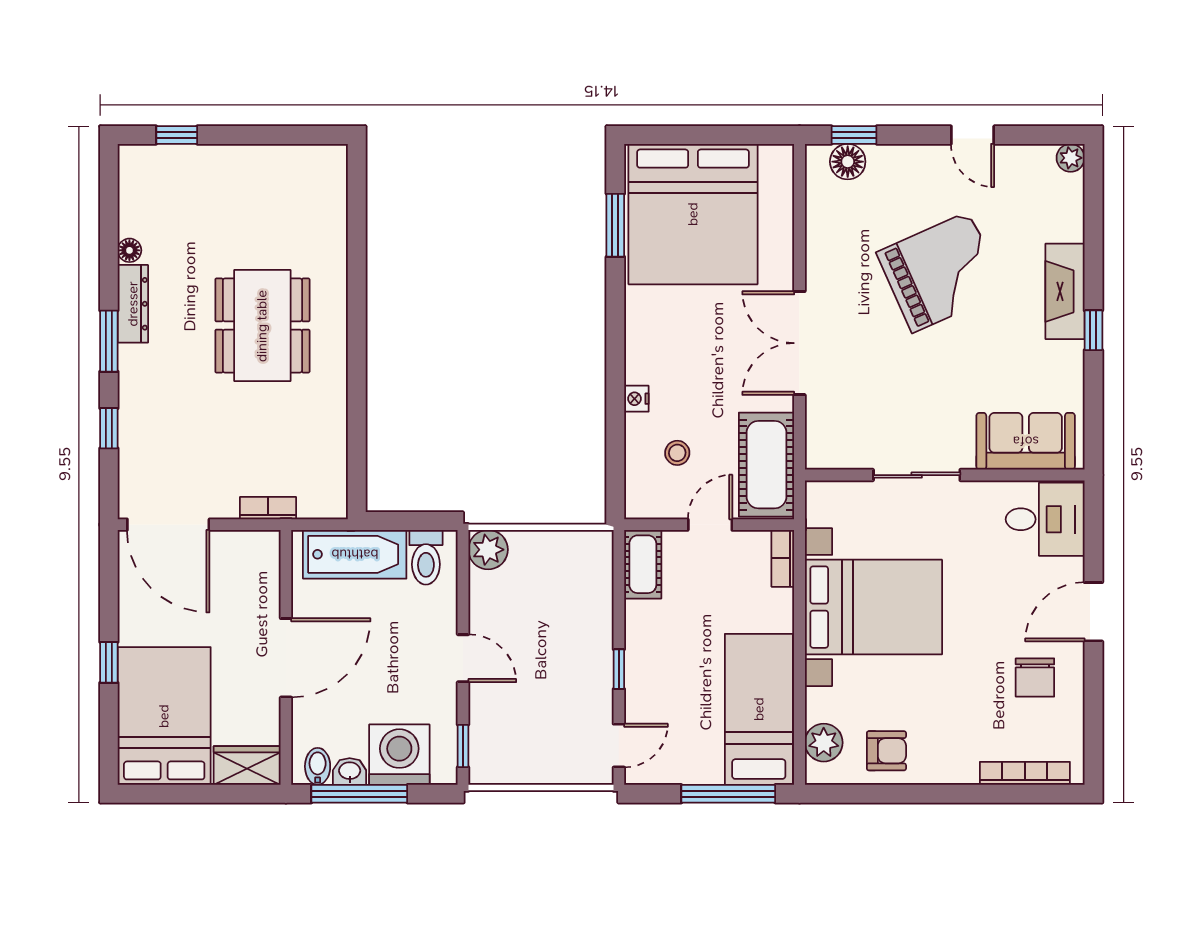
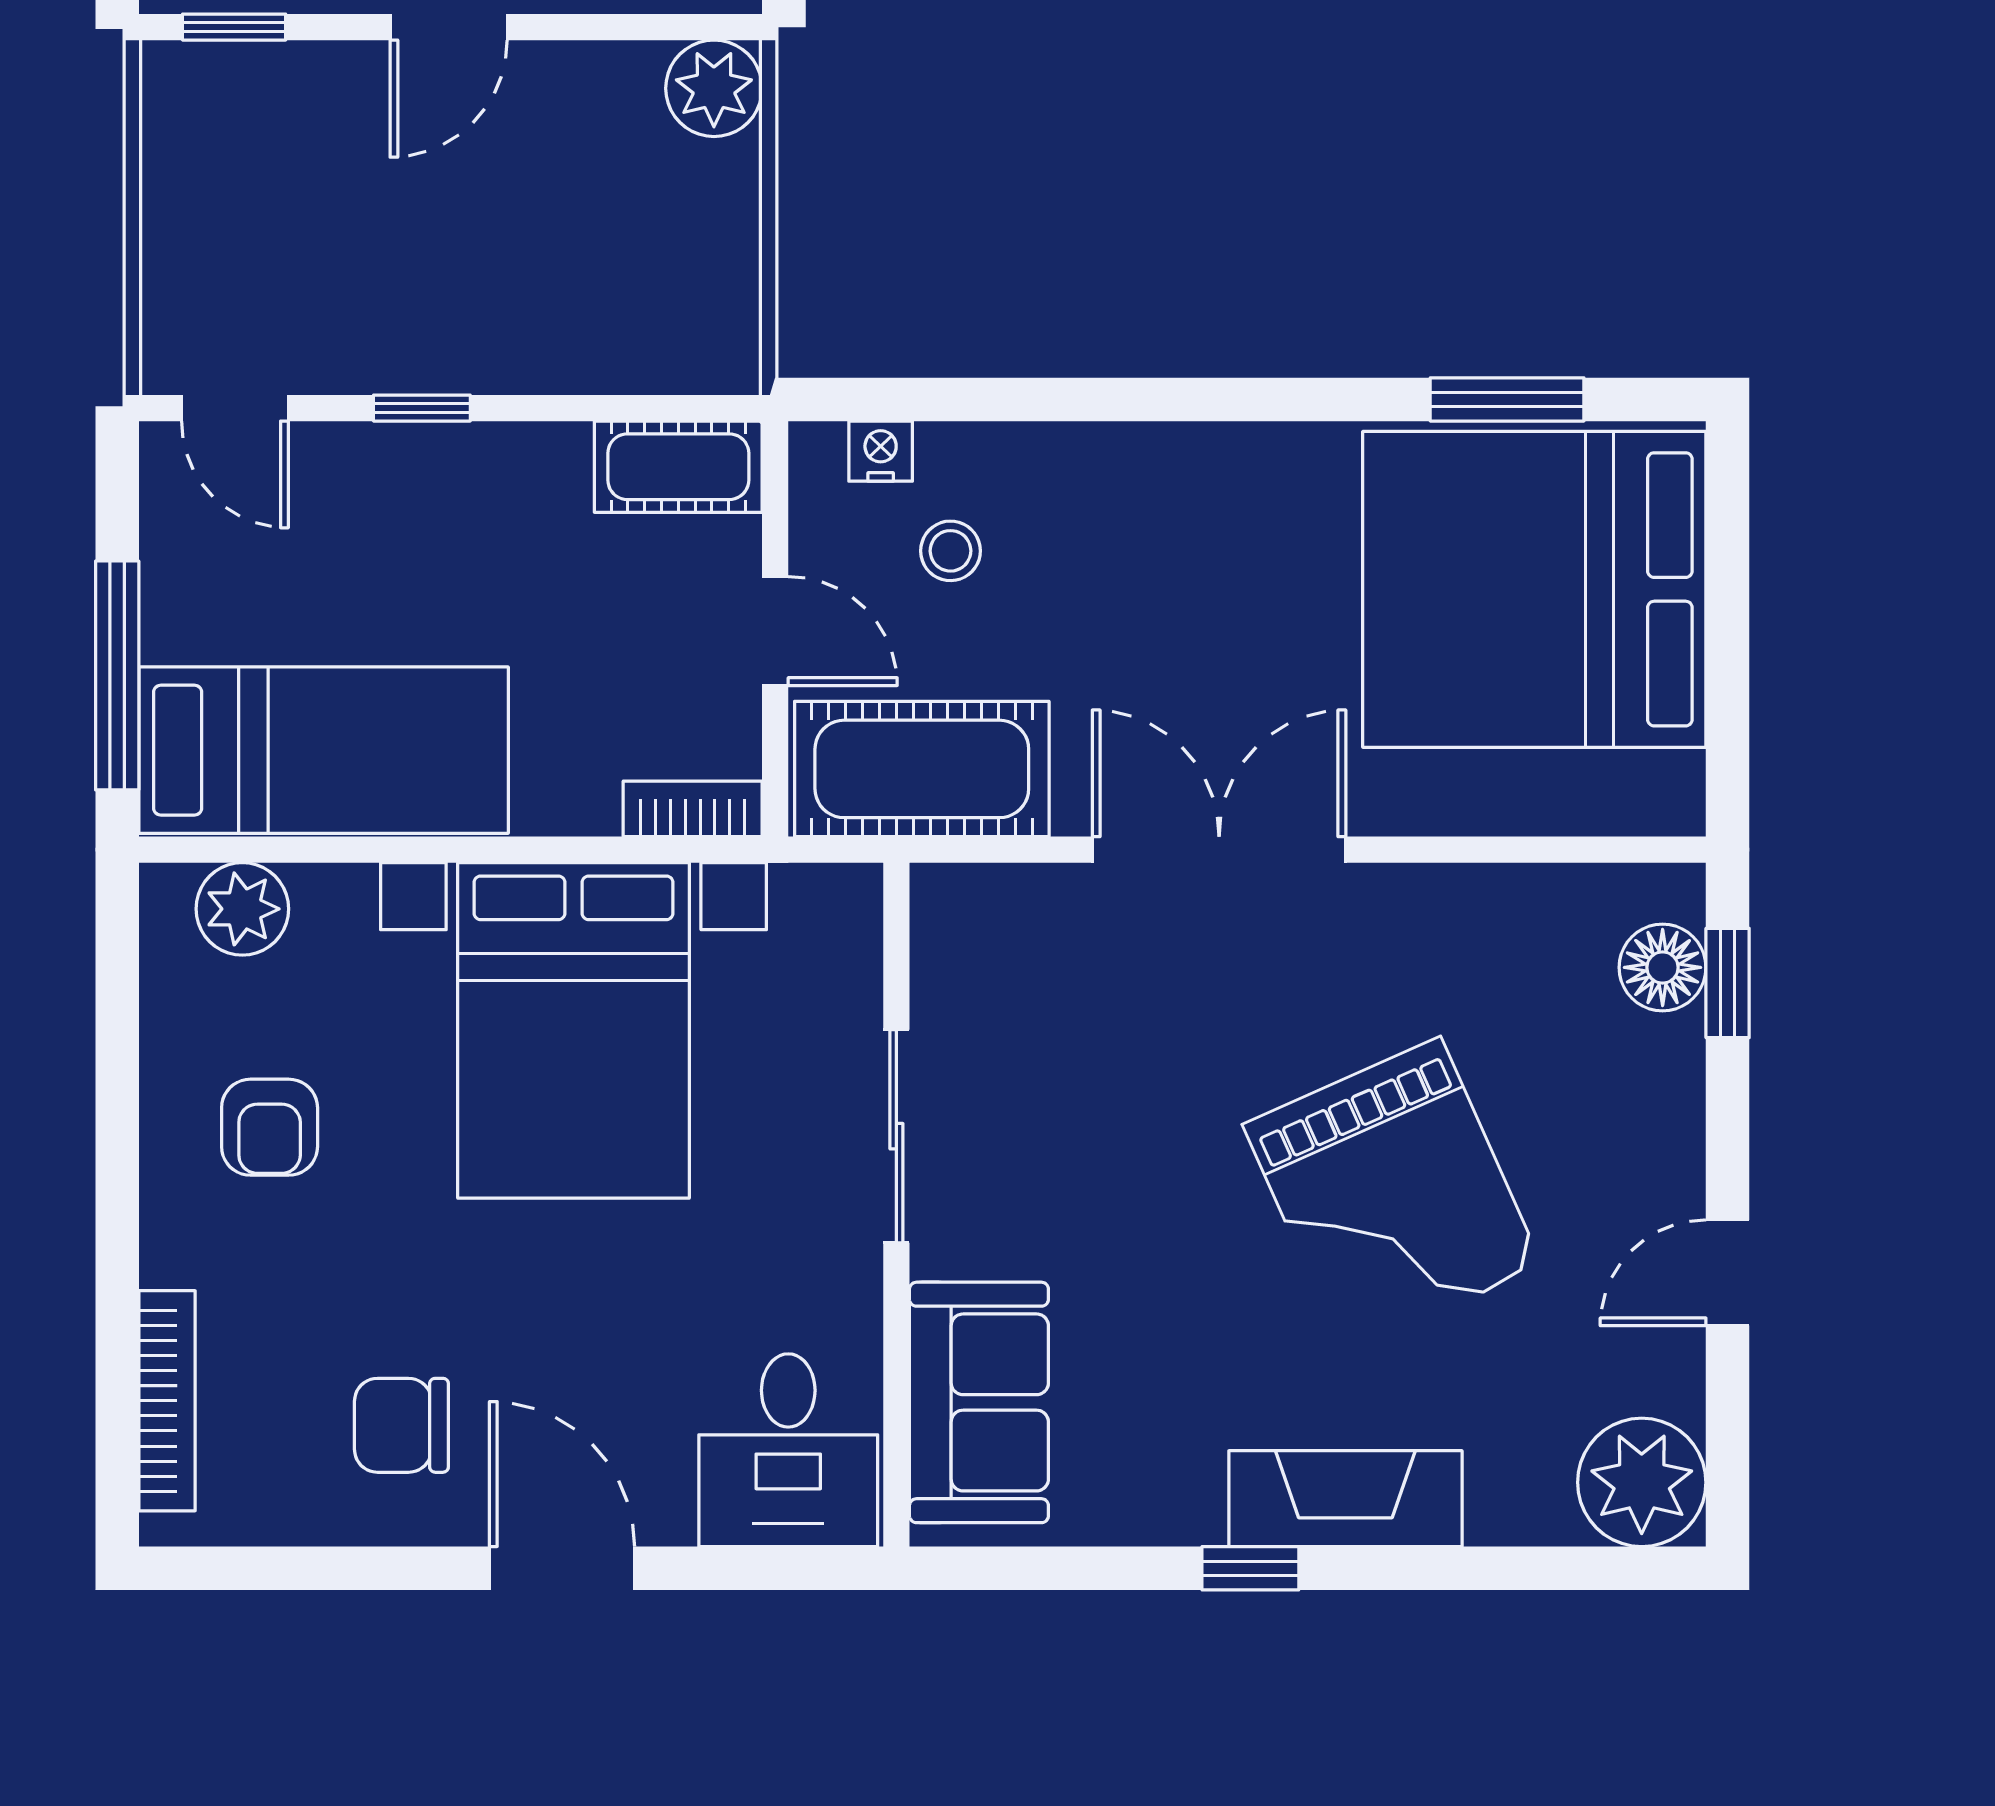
plant: (1071, 158) -> (1642, 1482), width x1.87, depth x1.87
nightstand: (636, 399) -> (881, 451), moved
armchair: (886, 751) -> (270, 1127), moved

